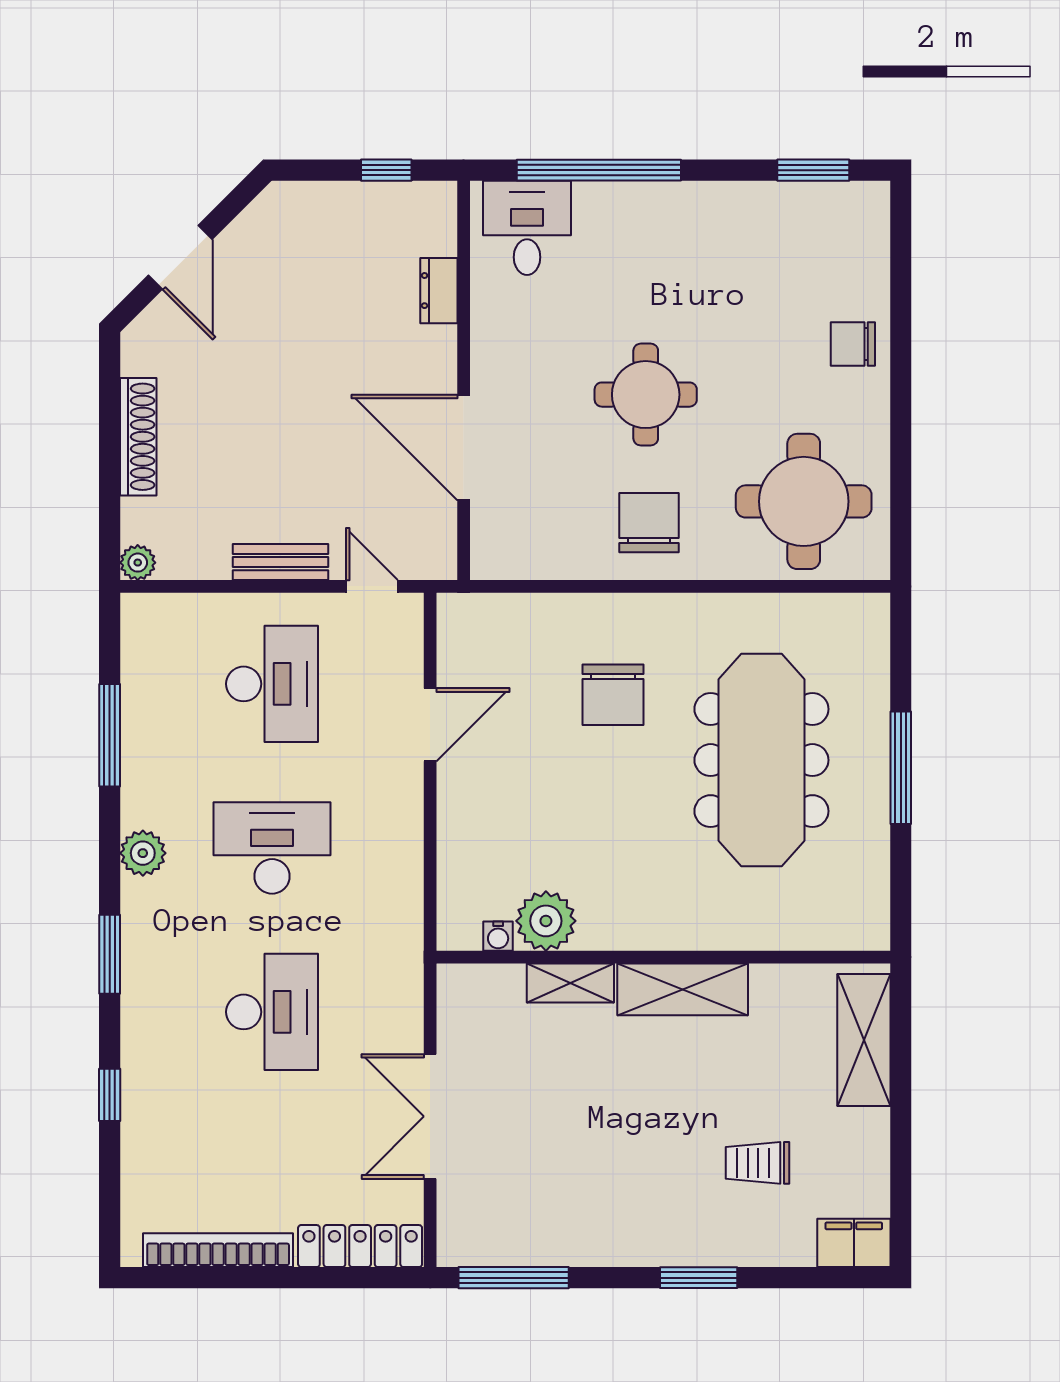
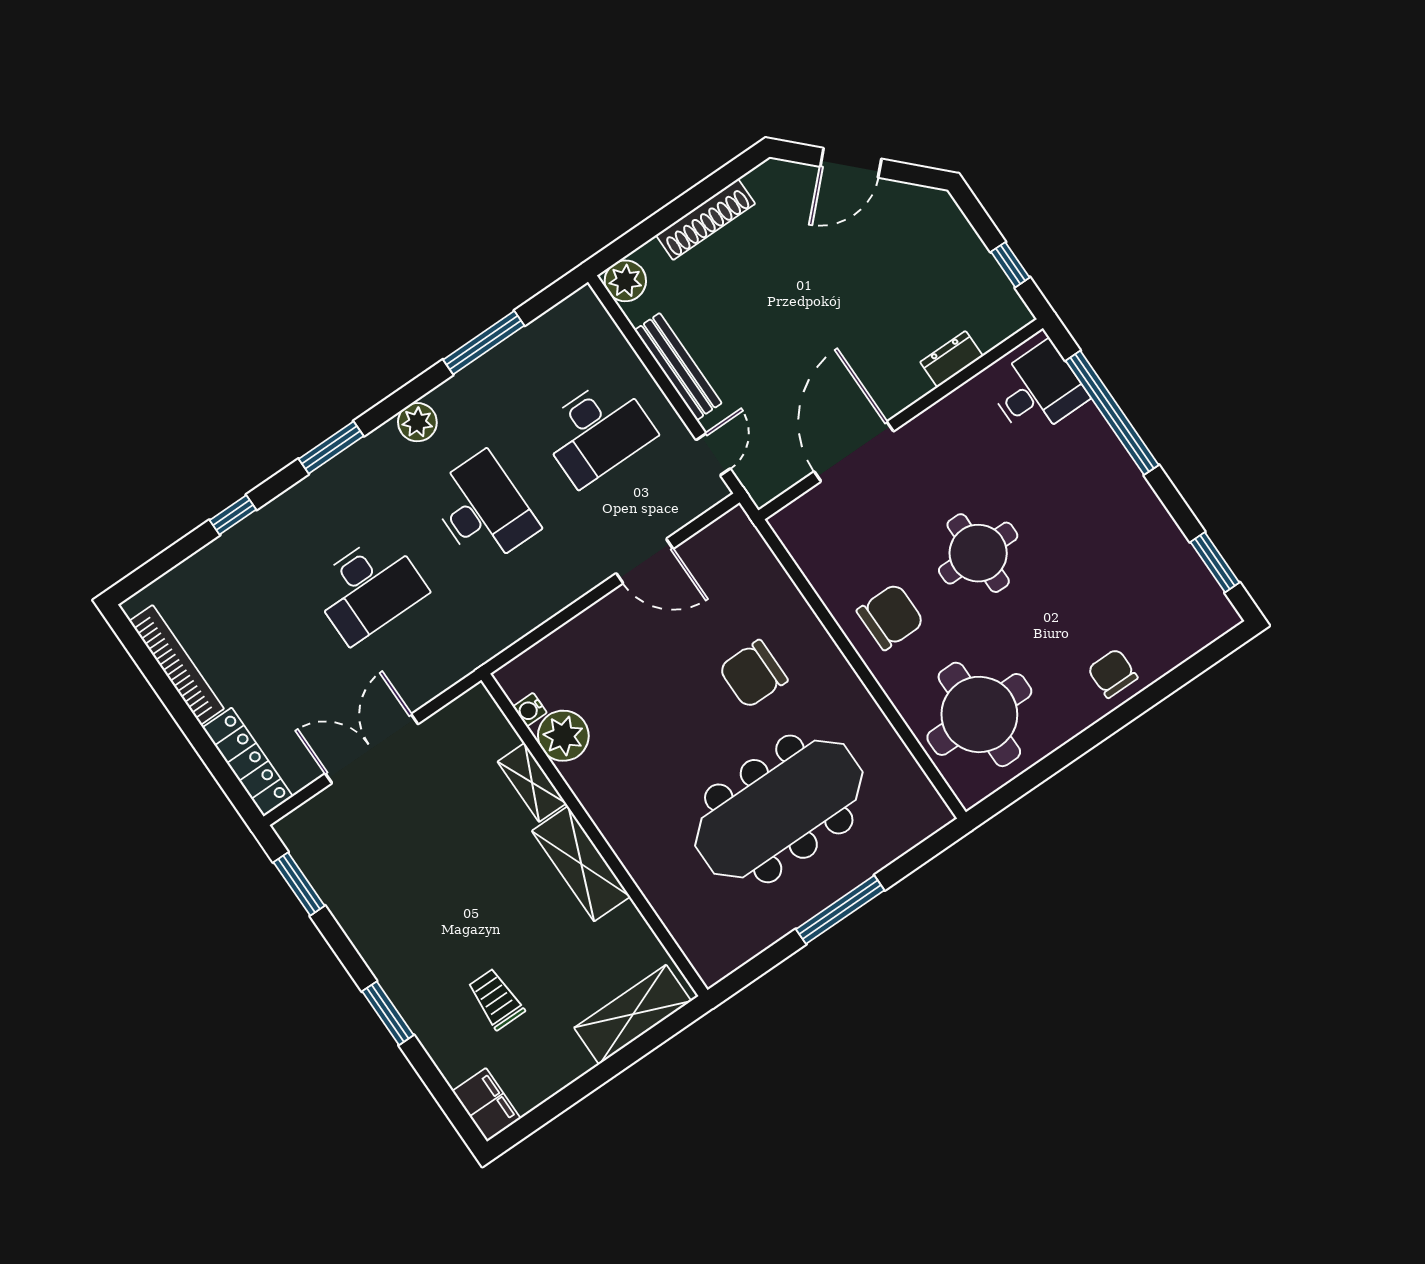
bench: (281, 562) -> (678, 367), width x1.36
plant: (138, 563) -> (625, 281), width x1.38, depth x1.38
window: (514, 1278) -> (299, 884), width x0.69

